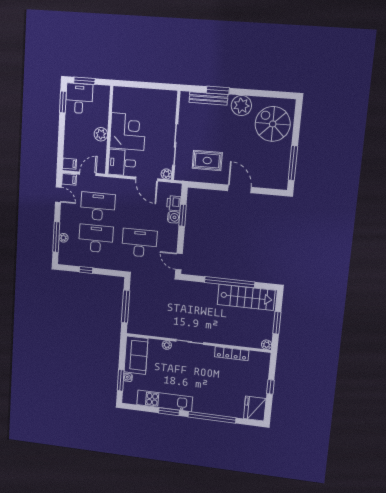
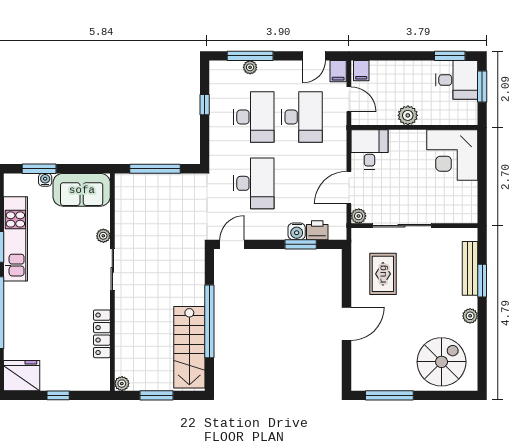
plant: (241, 106) -> (470, 316), width x0.53, depth x0.53
corner desk: (128, 132) -> (452, 155), moved, turned 90

